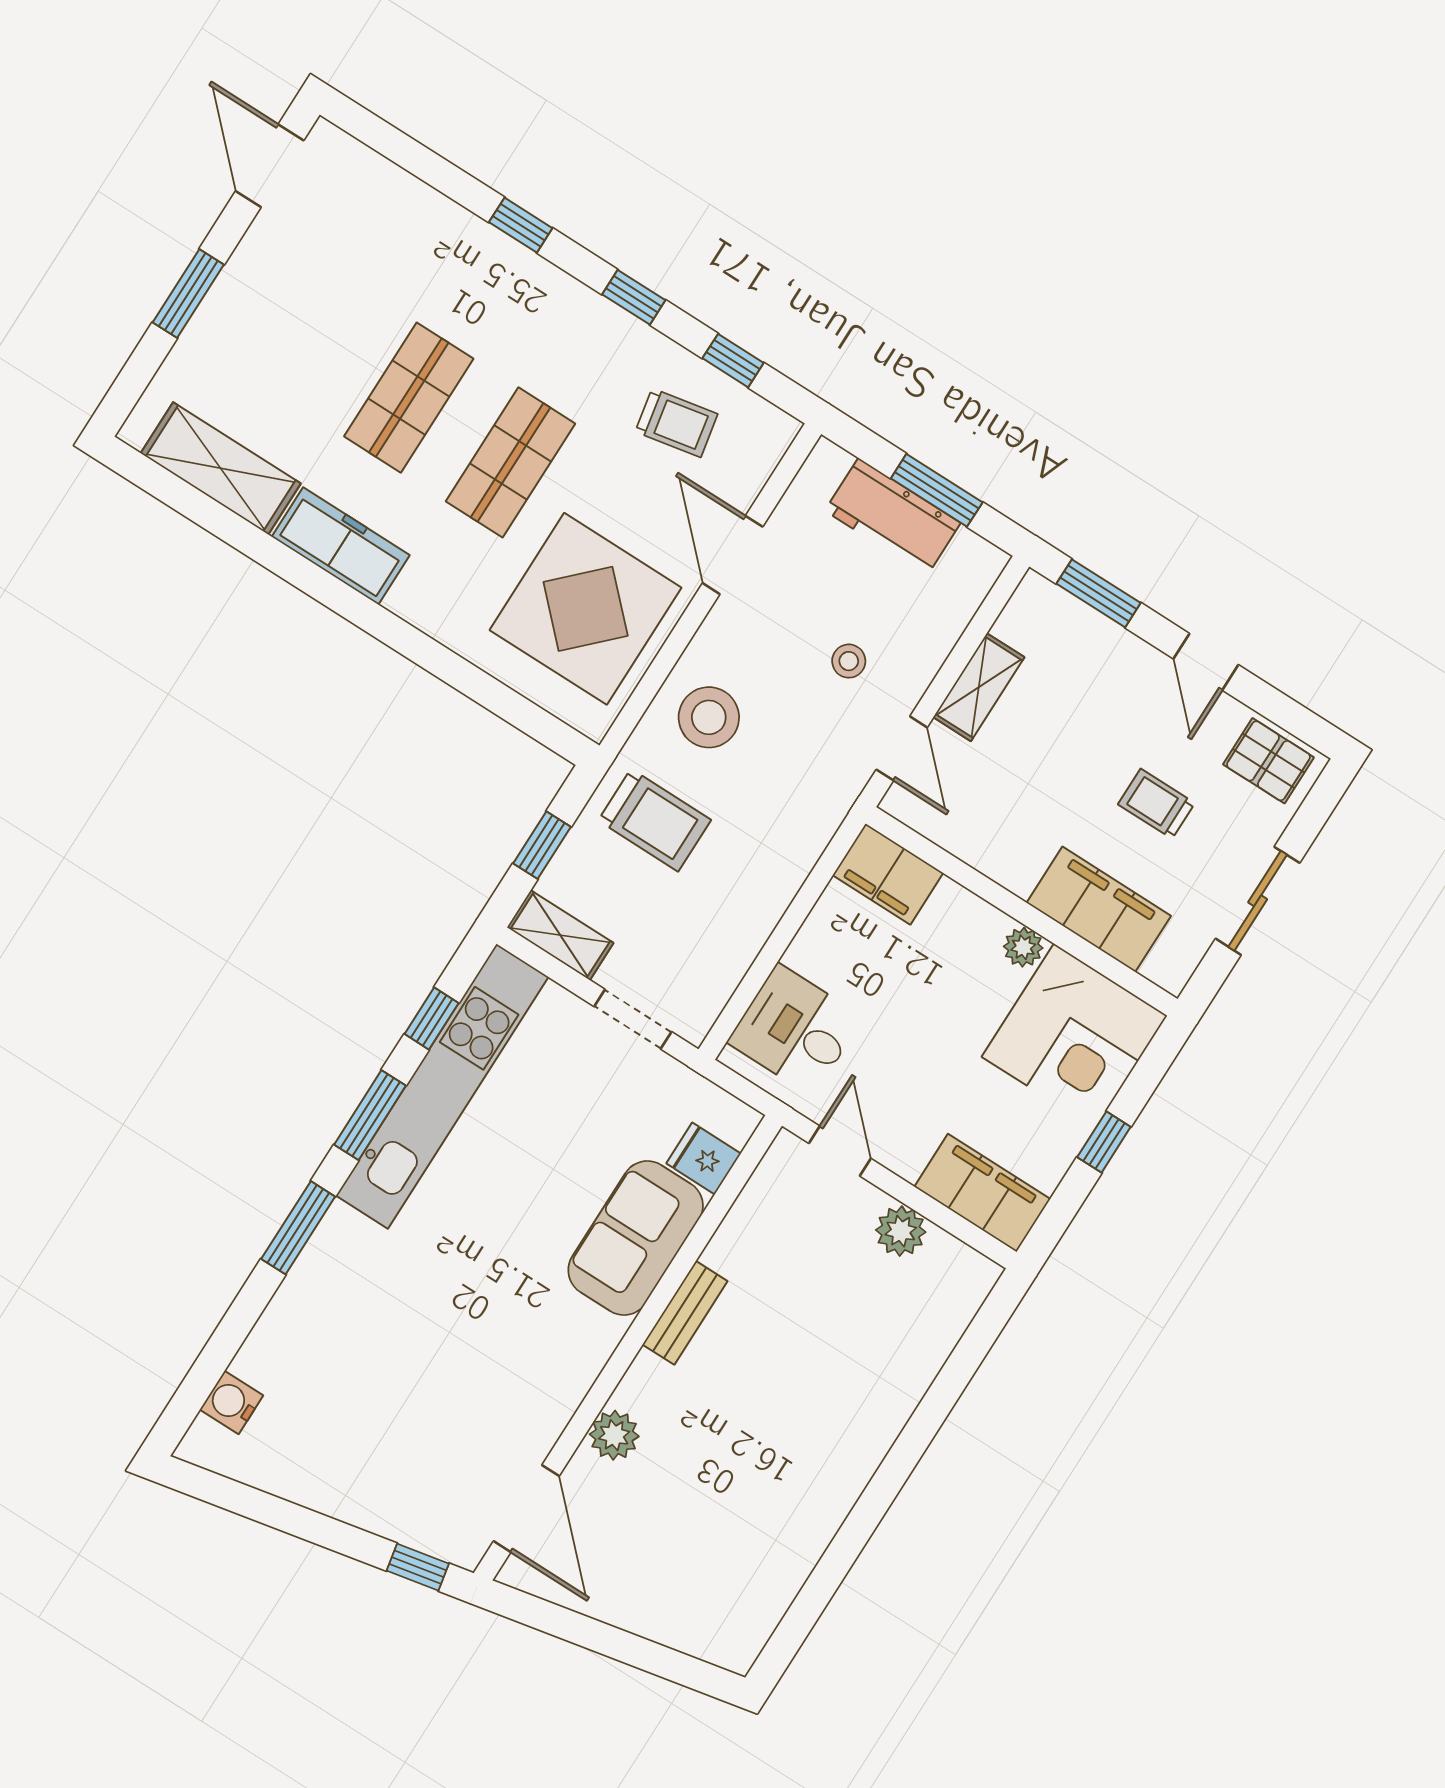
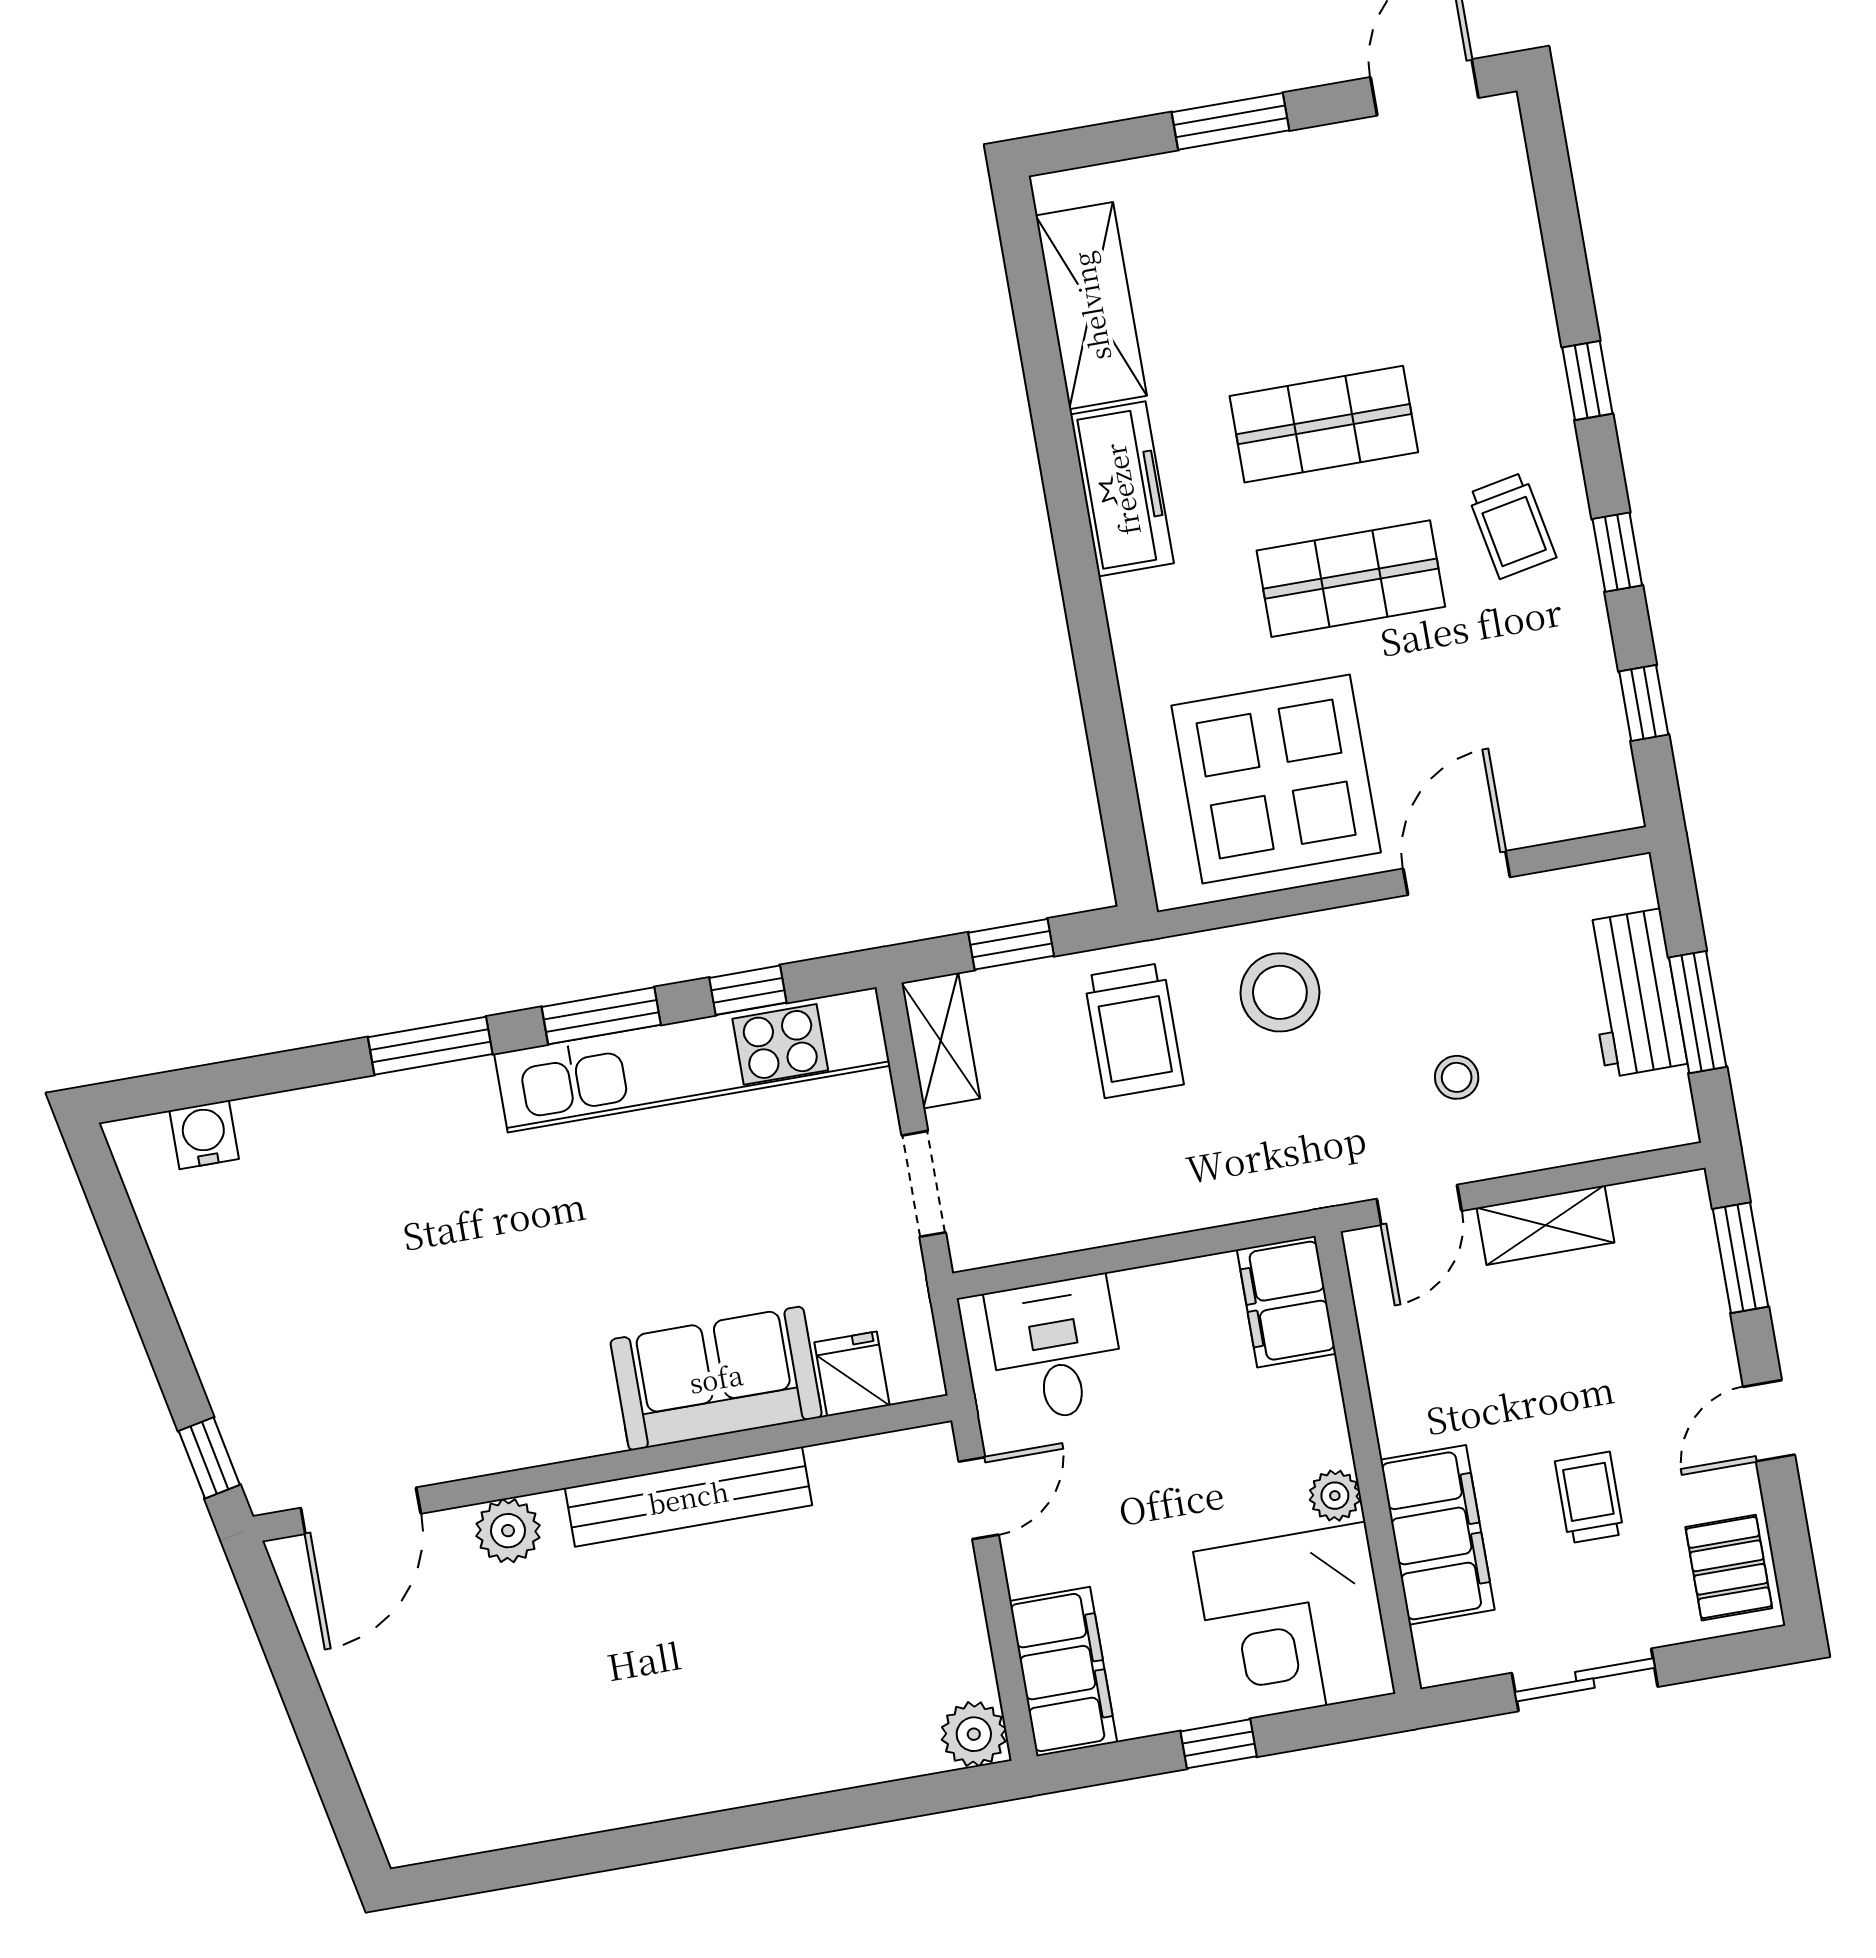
trolley: (676, 423) -> (1512, 526), moved
plant: (901, 1231) -> (974, 1734), moved
bench: (685, 1313) -> (688, 1497), width x1.86, depth x1.21

